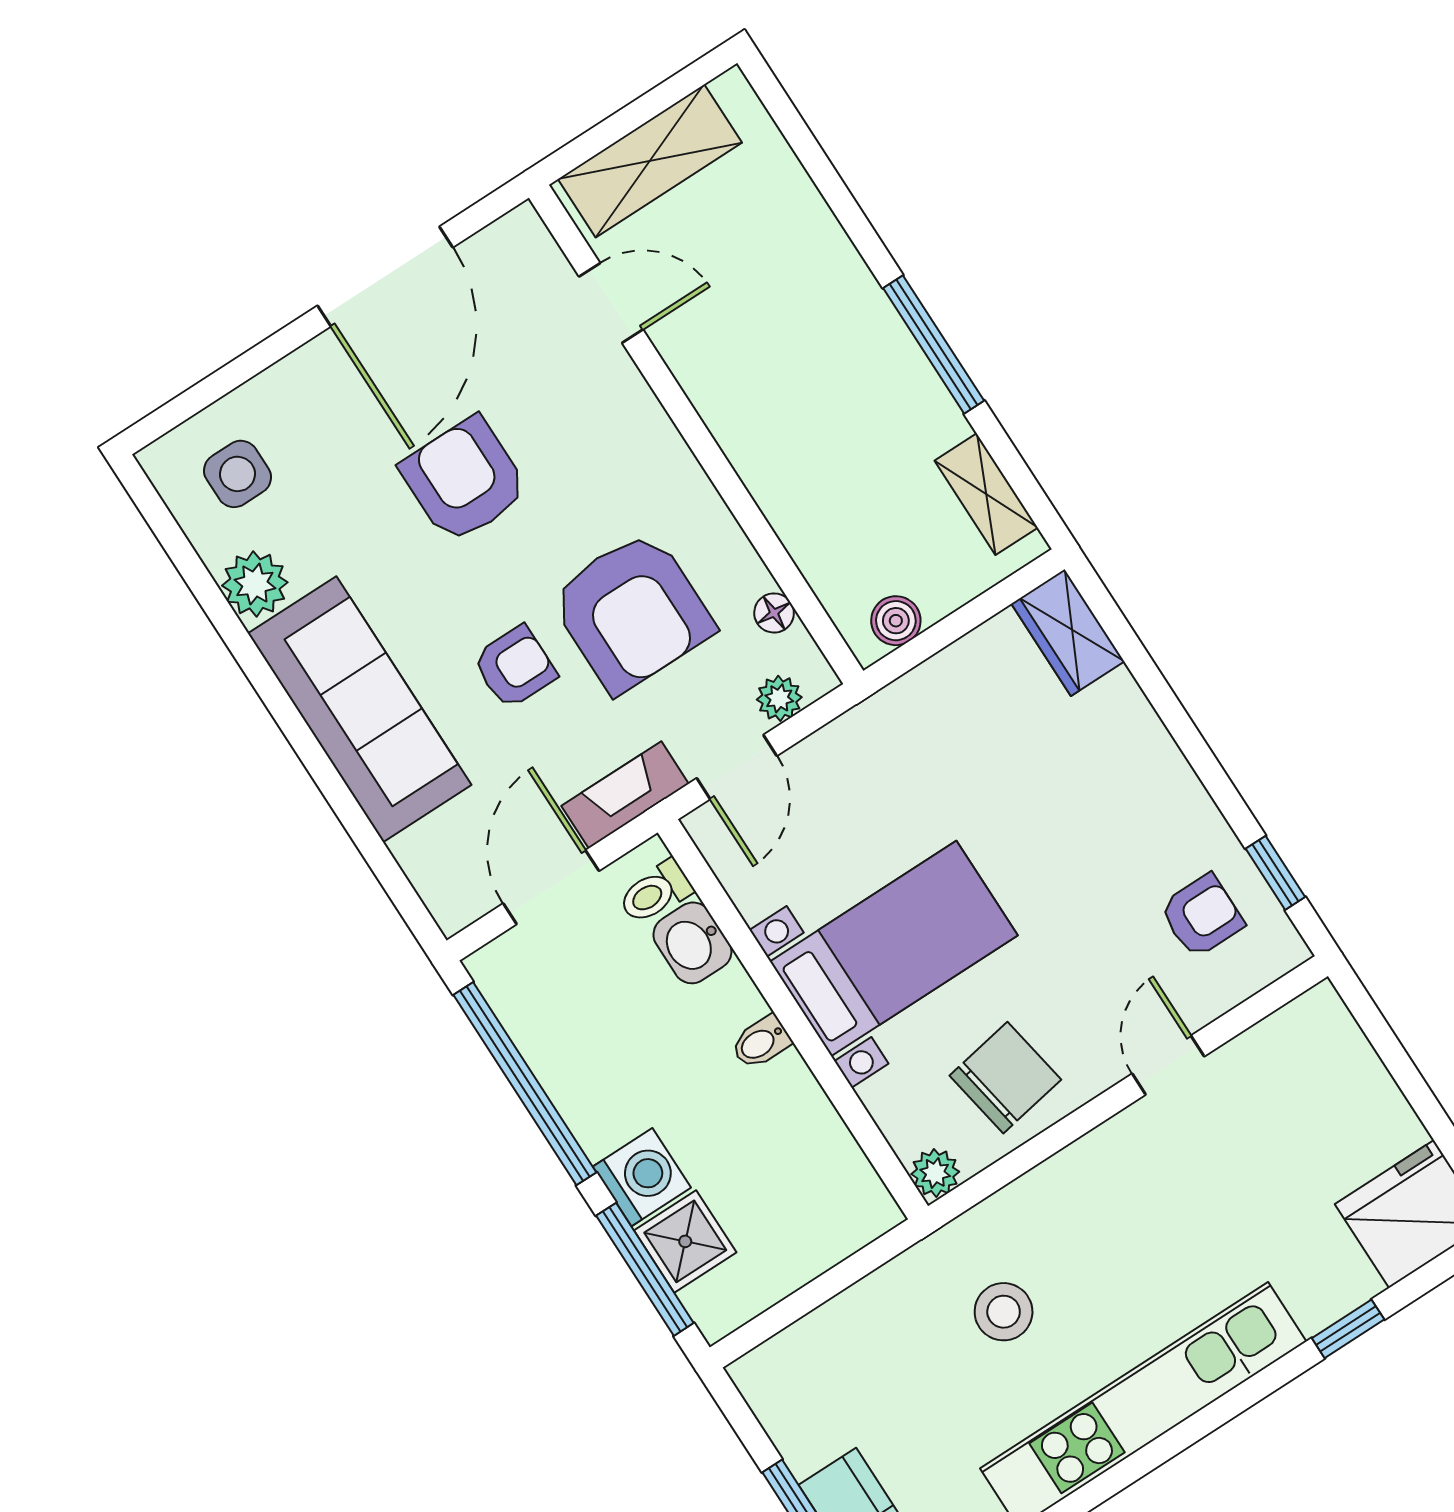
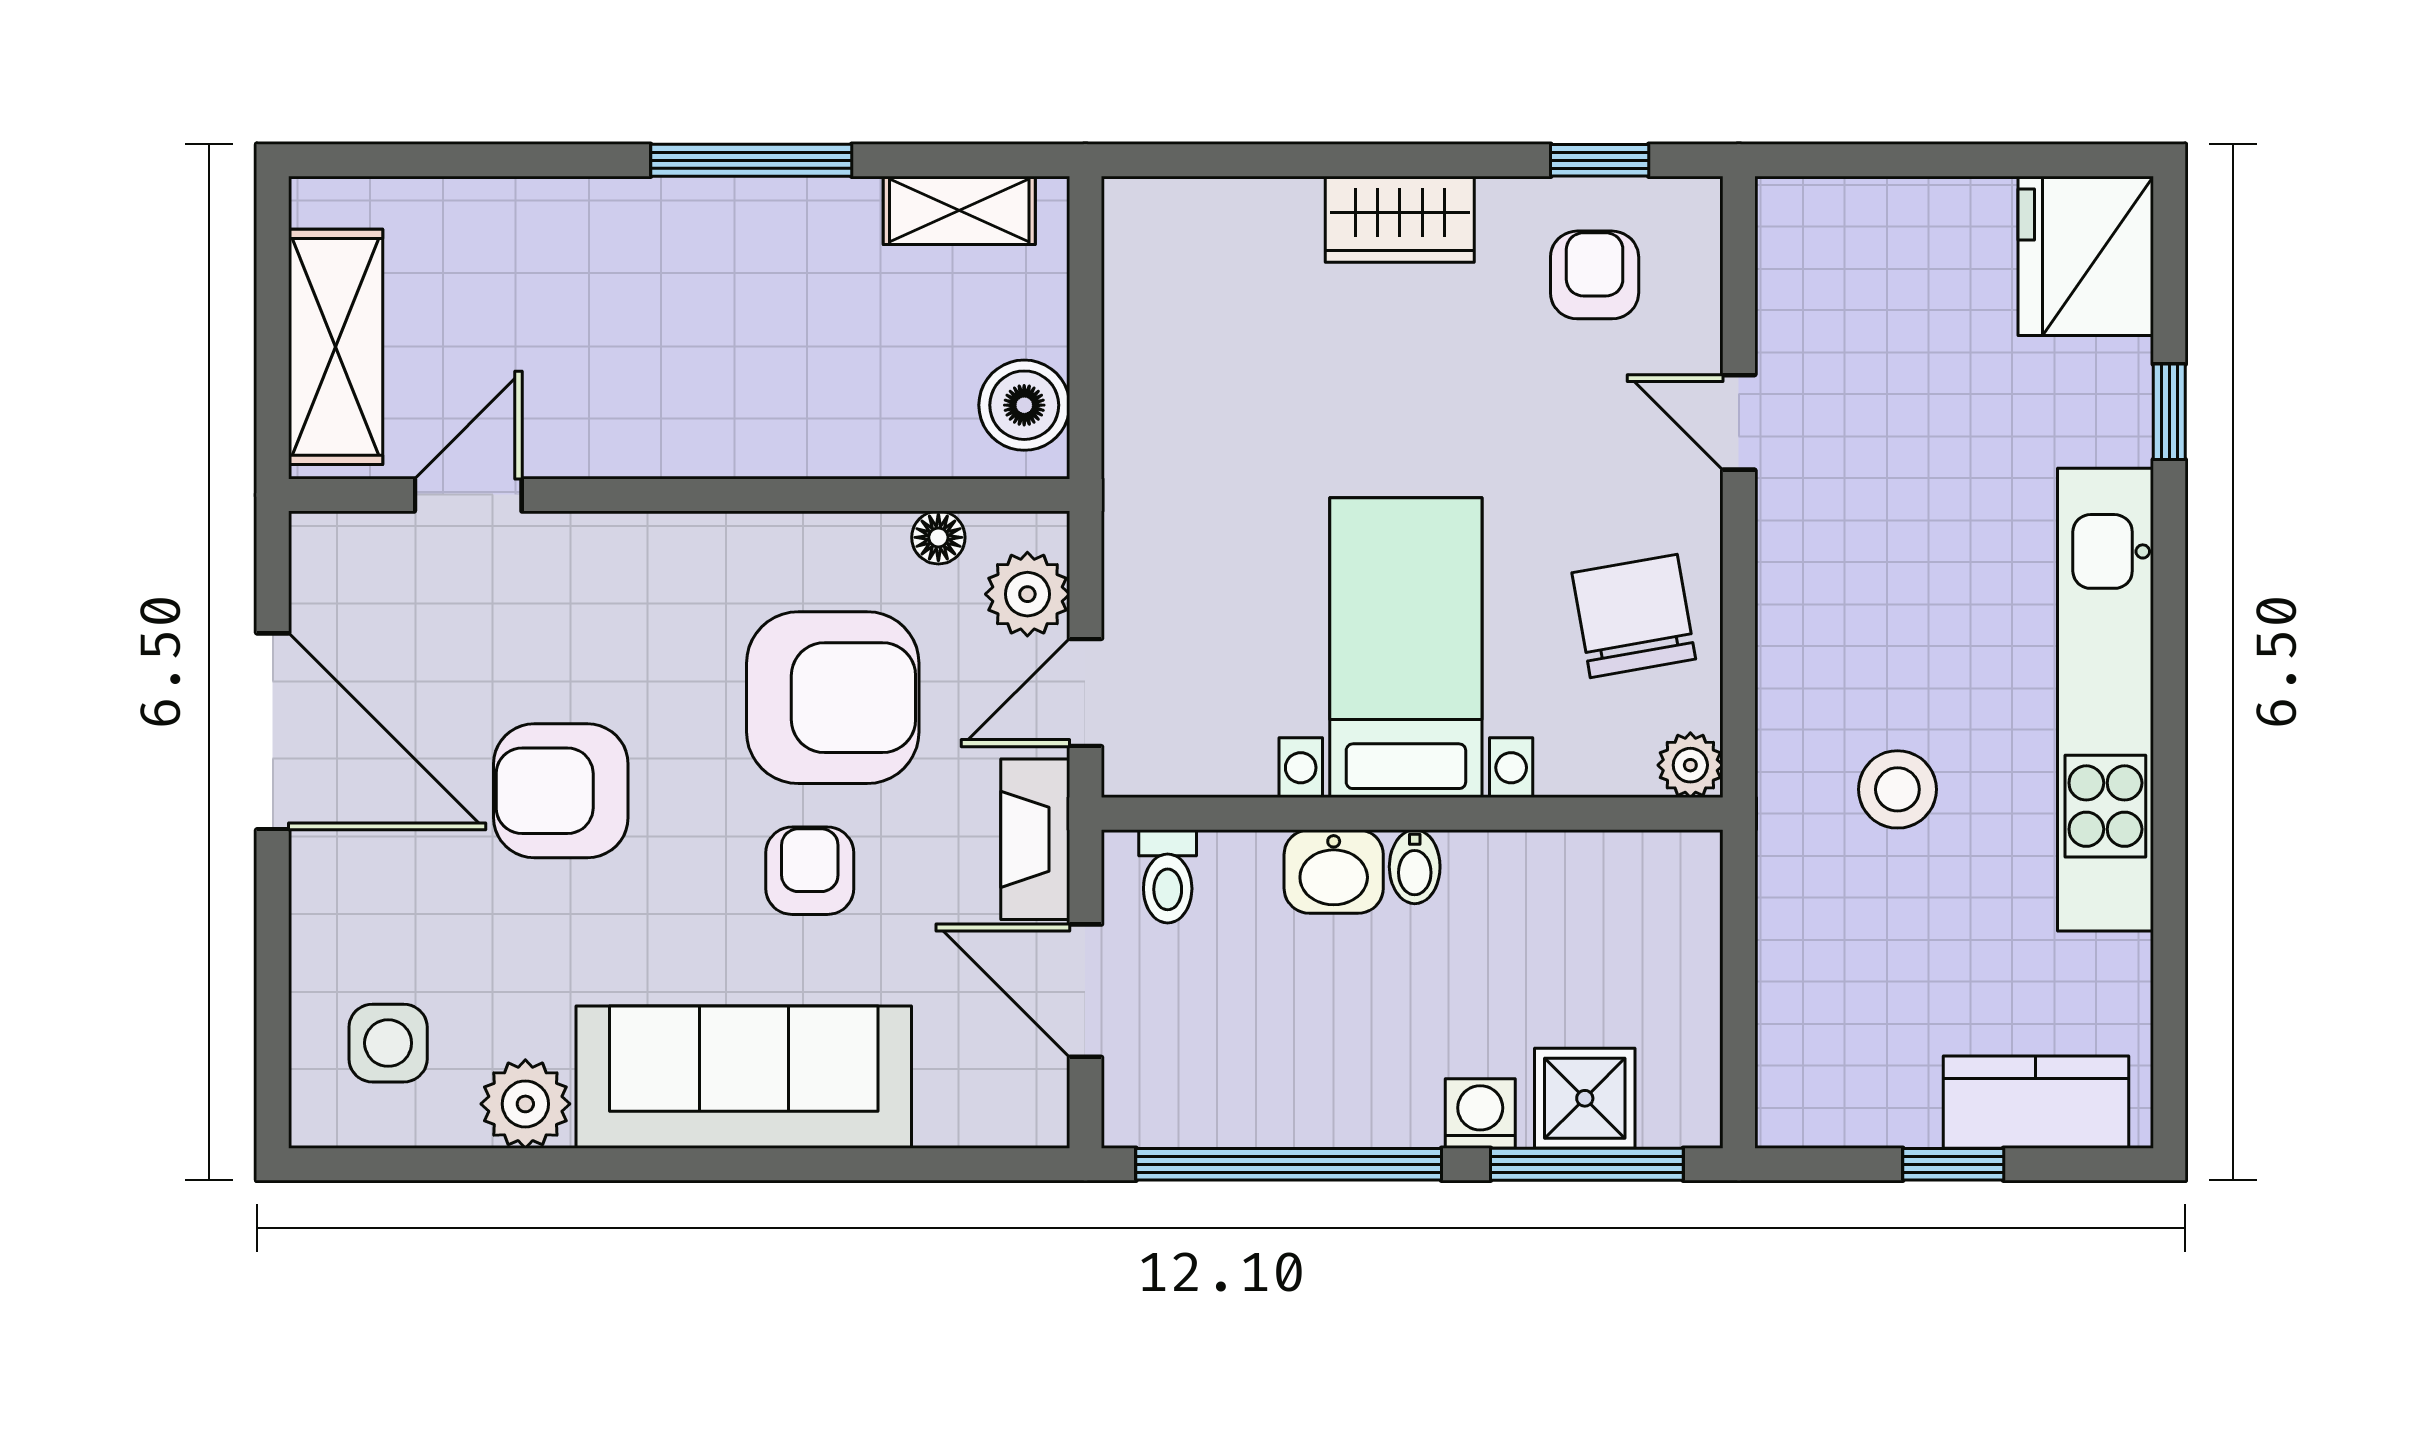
boiler: (896, 621) -> (1024, 405), width x1.36, depth x1.36
wardrobe: (1068, 633) -> (1400, 219), moved
plant: (779, 698) -> (1027, 594), width x1.38, depth x1.38
door: (737, 767) -> (1085, 692), swing flipped
washbasin: (692, 943) -> (1334, 871), moved
washing machine: (642, 1177) -> (1480, 1113), width x0.73, depth x0.73

